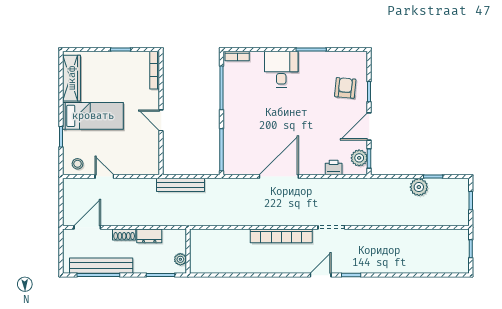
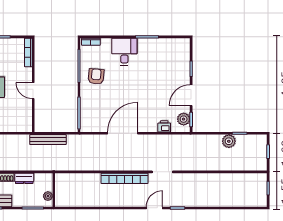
armchair: (345, 88) -> (96, 76), moved

